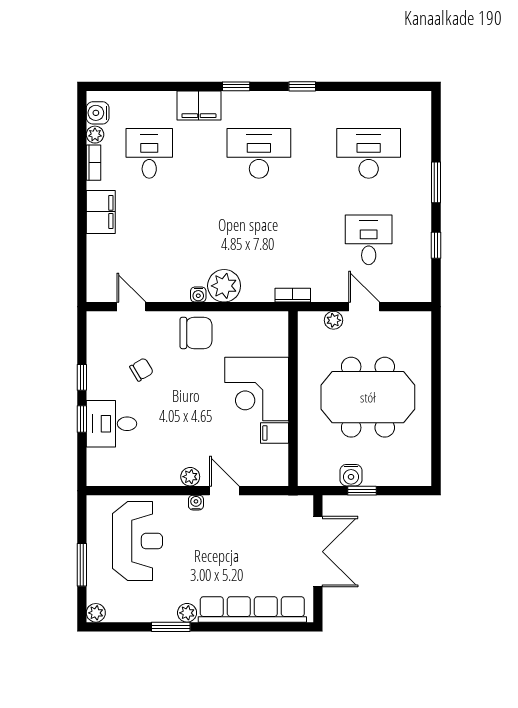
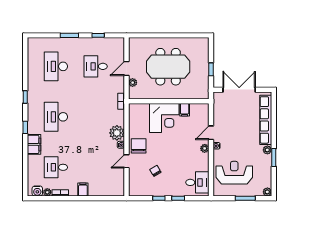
filing cabinet: (101, 212) -> (83, 190), width x0.50
door: (131, 307) -> (126, 161), moved
meeting table: (368, 397) -> (168, 67), turned 90
desk: (111, 424) -> (197, 182), moved, turned -90
water cooler: (351, 475) -> (204, 74), removed

